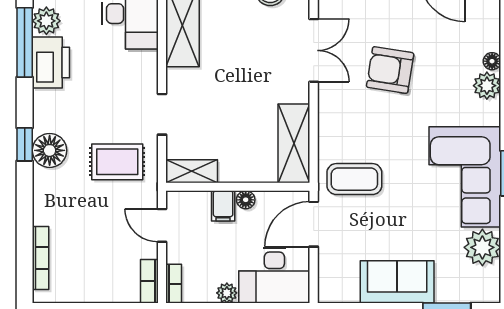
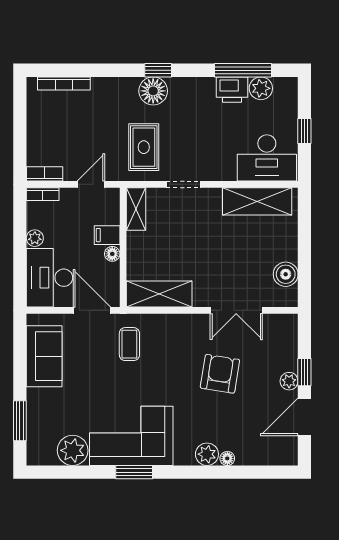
printer: (51, 62) -> (232, 90), width x0.73, depth x0.84
coffee table: (354, 179) -> (129, 344), width x0.73, depth x0.77
sofa: (397, 282) -> (44, 356), moved

